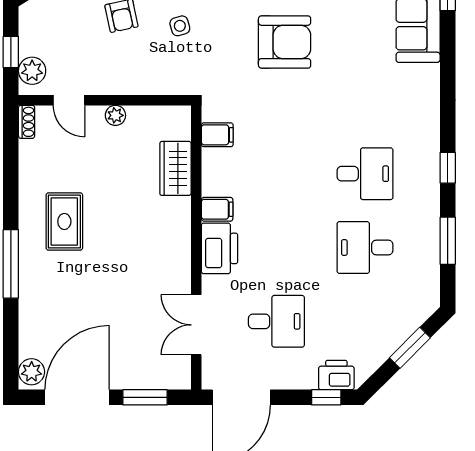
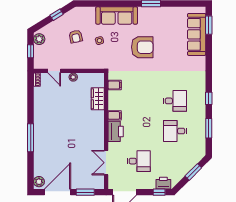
plant: (32, 71) -> (39, 39), moved
rug: (64, 221) -> (52, 120), removed

